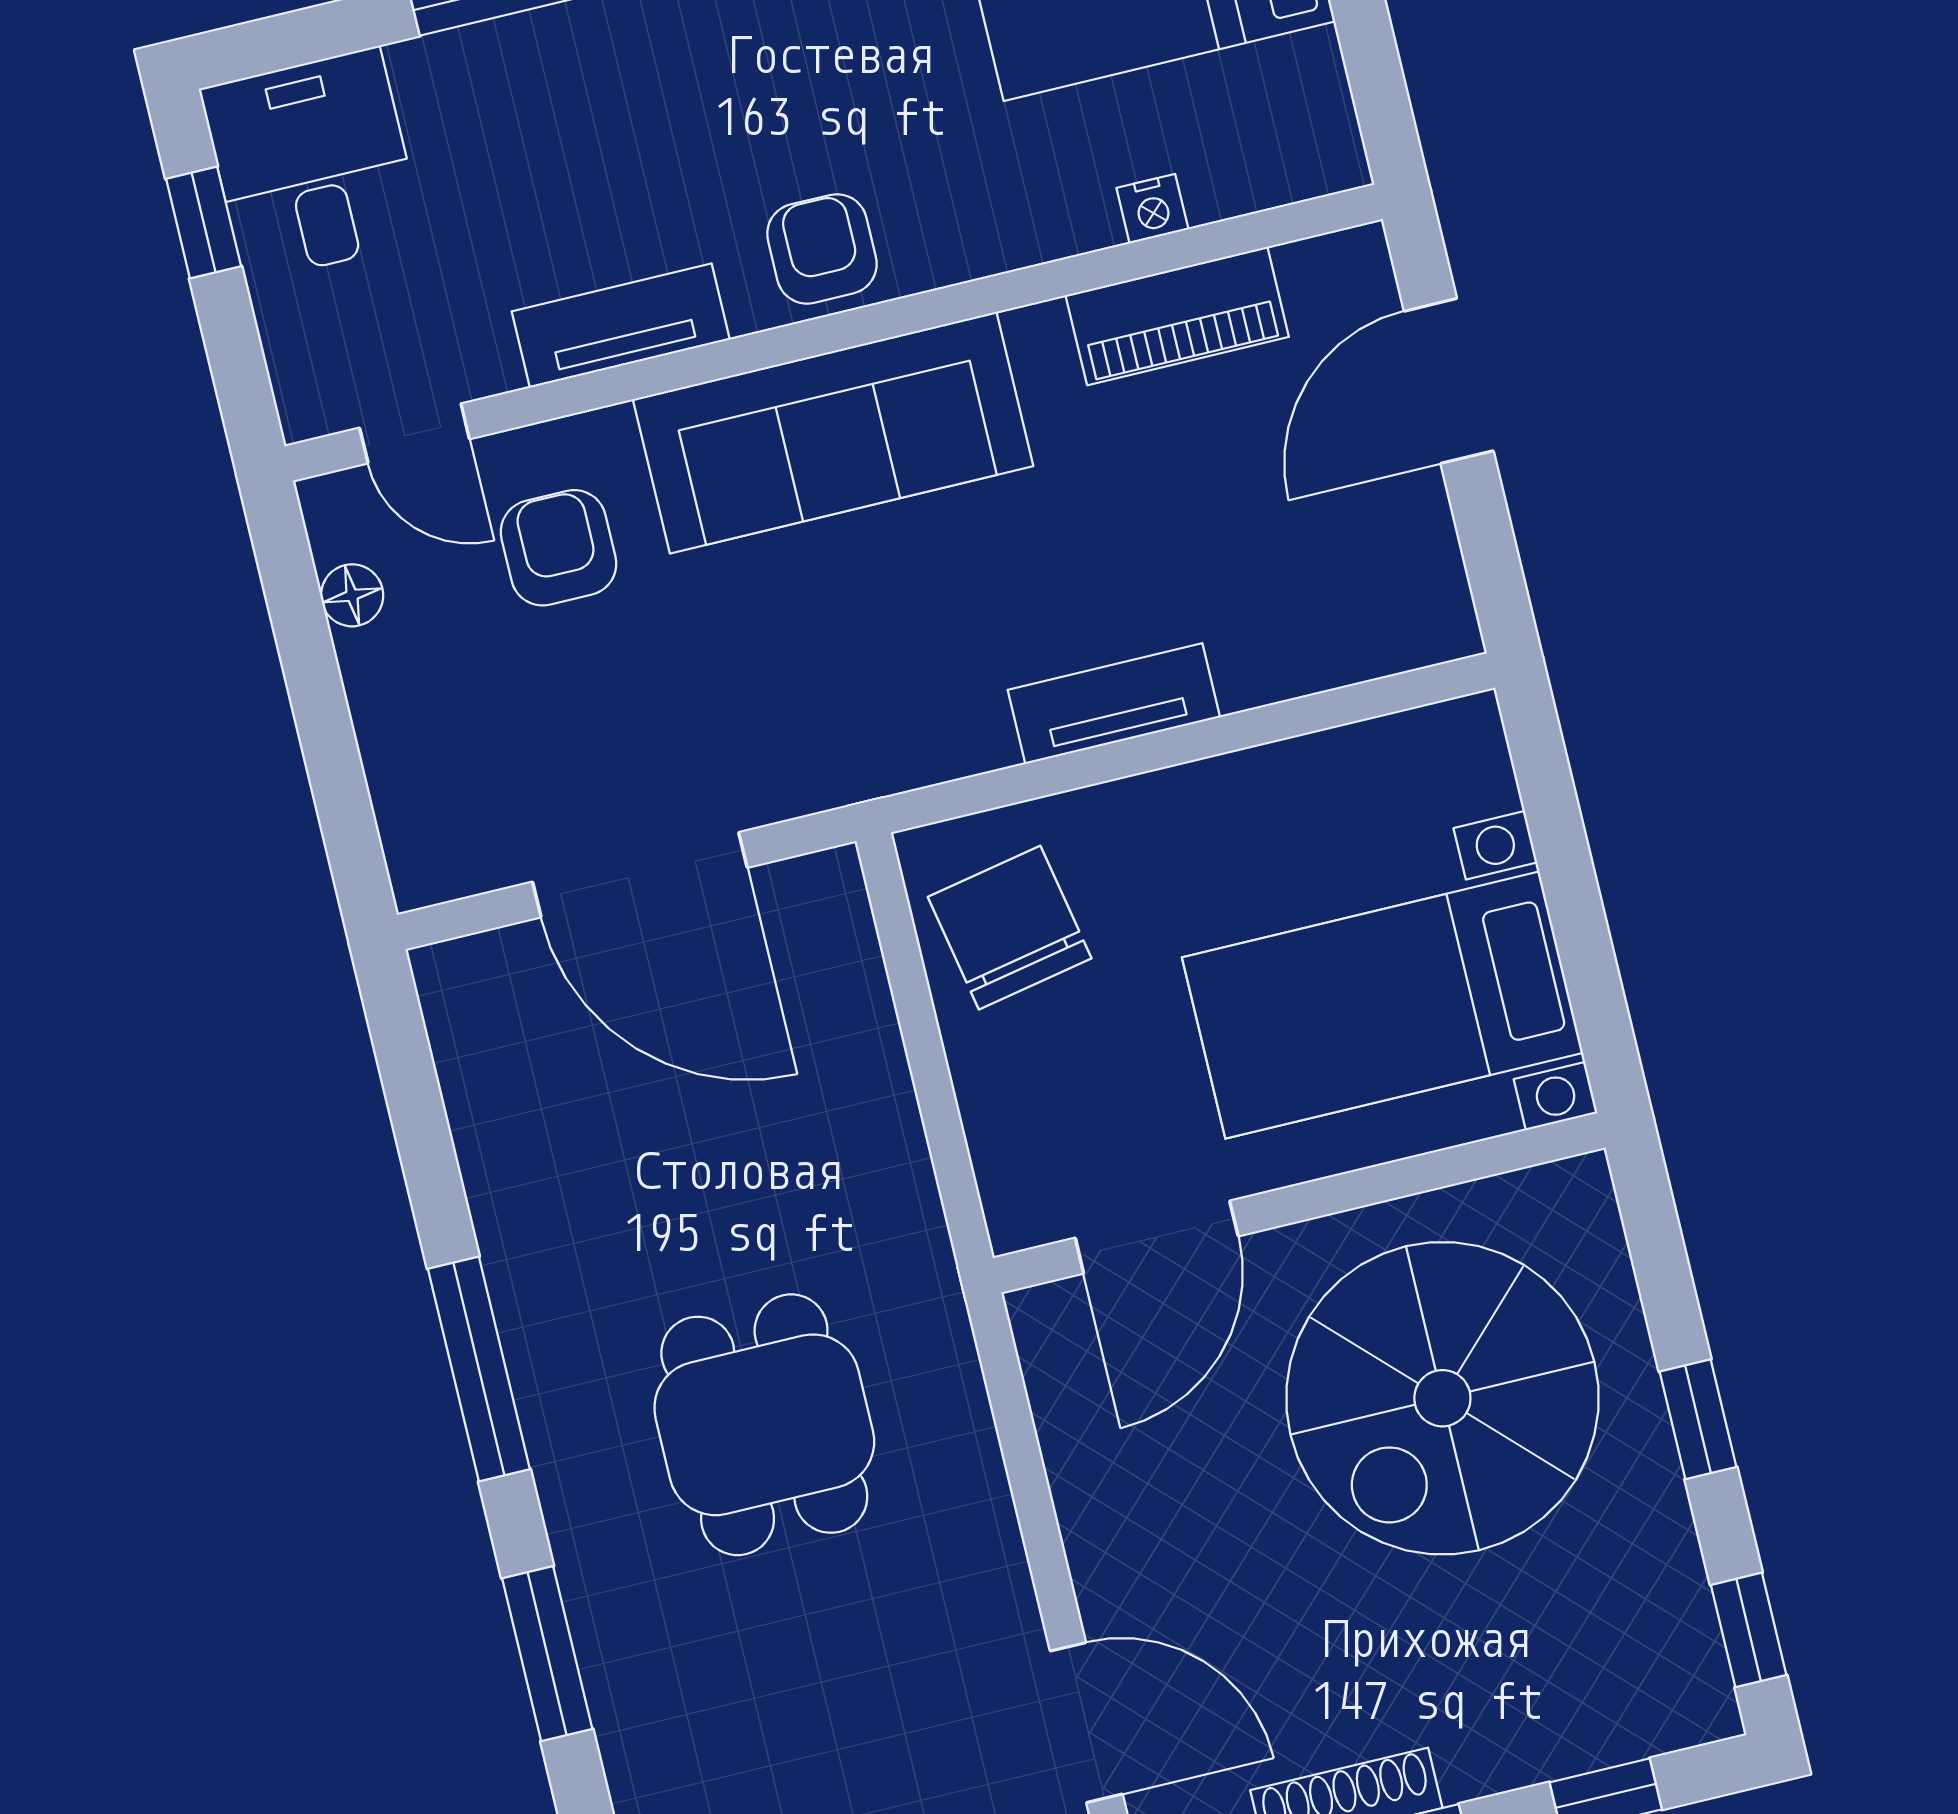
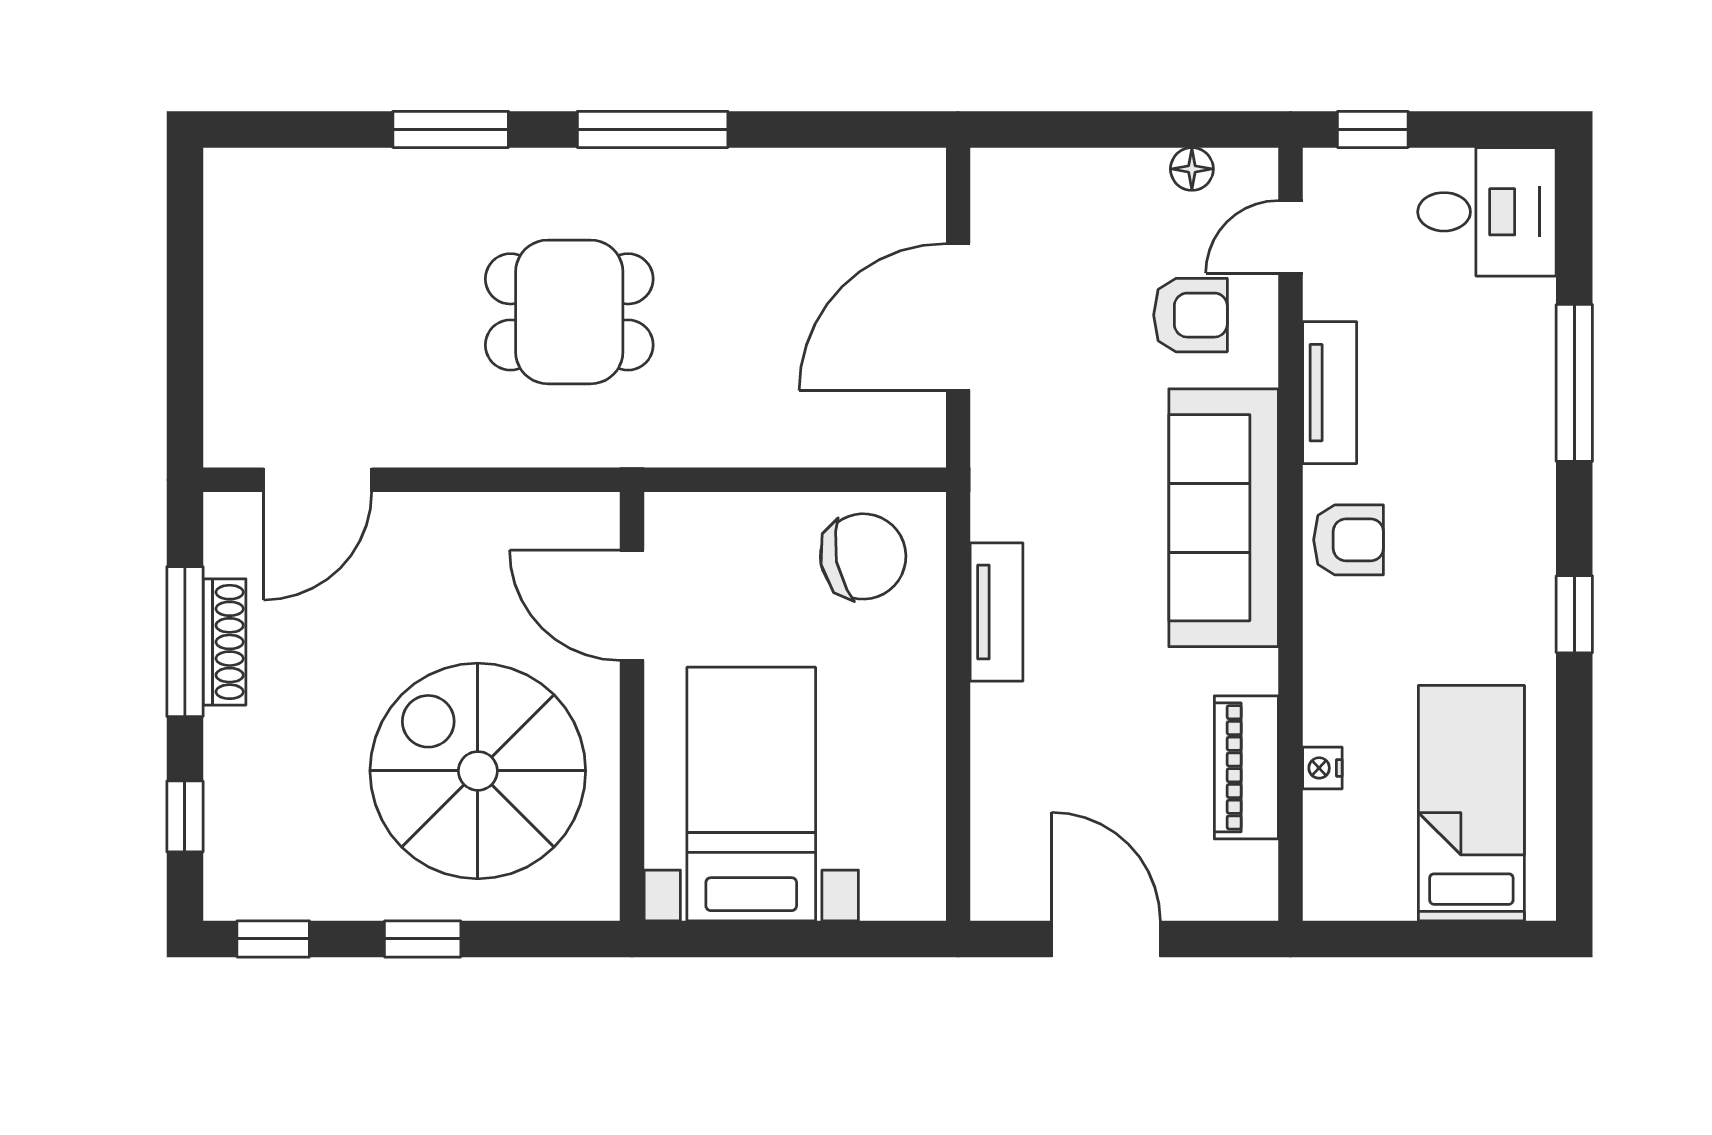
window: (204, 223) -> (1373, 129), moved
door: (1449, 381) -> (1106, 939), moved
tv unit: (1114, 704) -> (997, 612), moved

